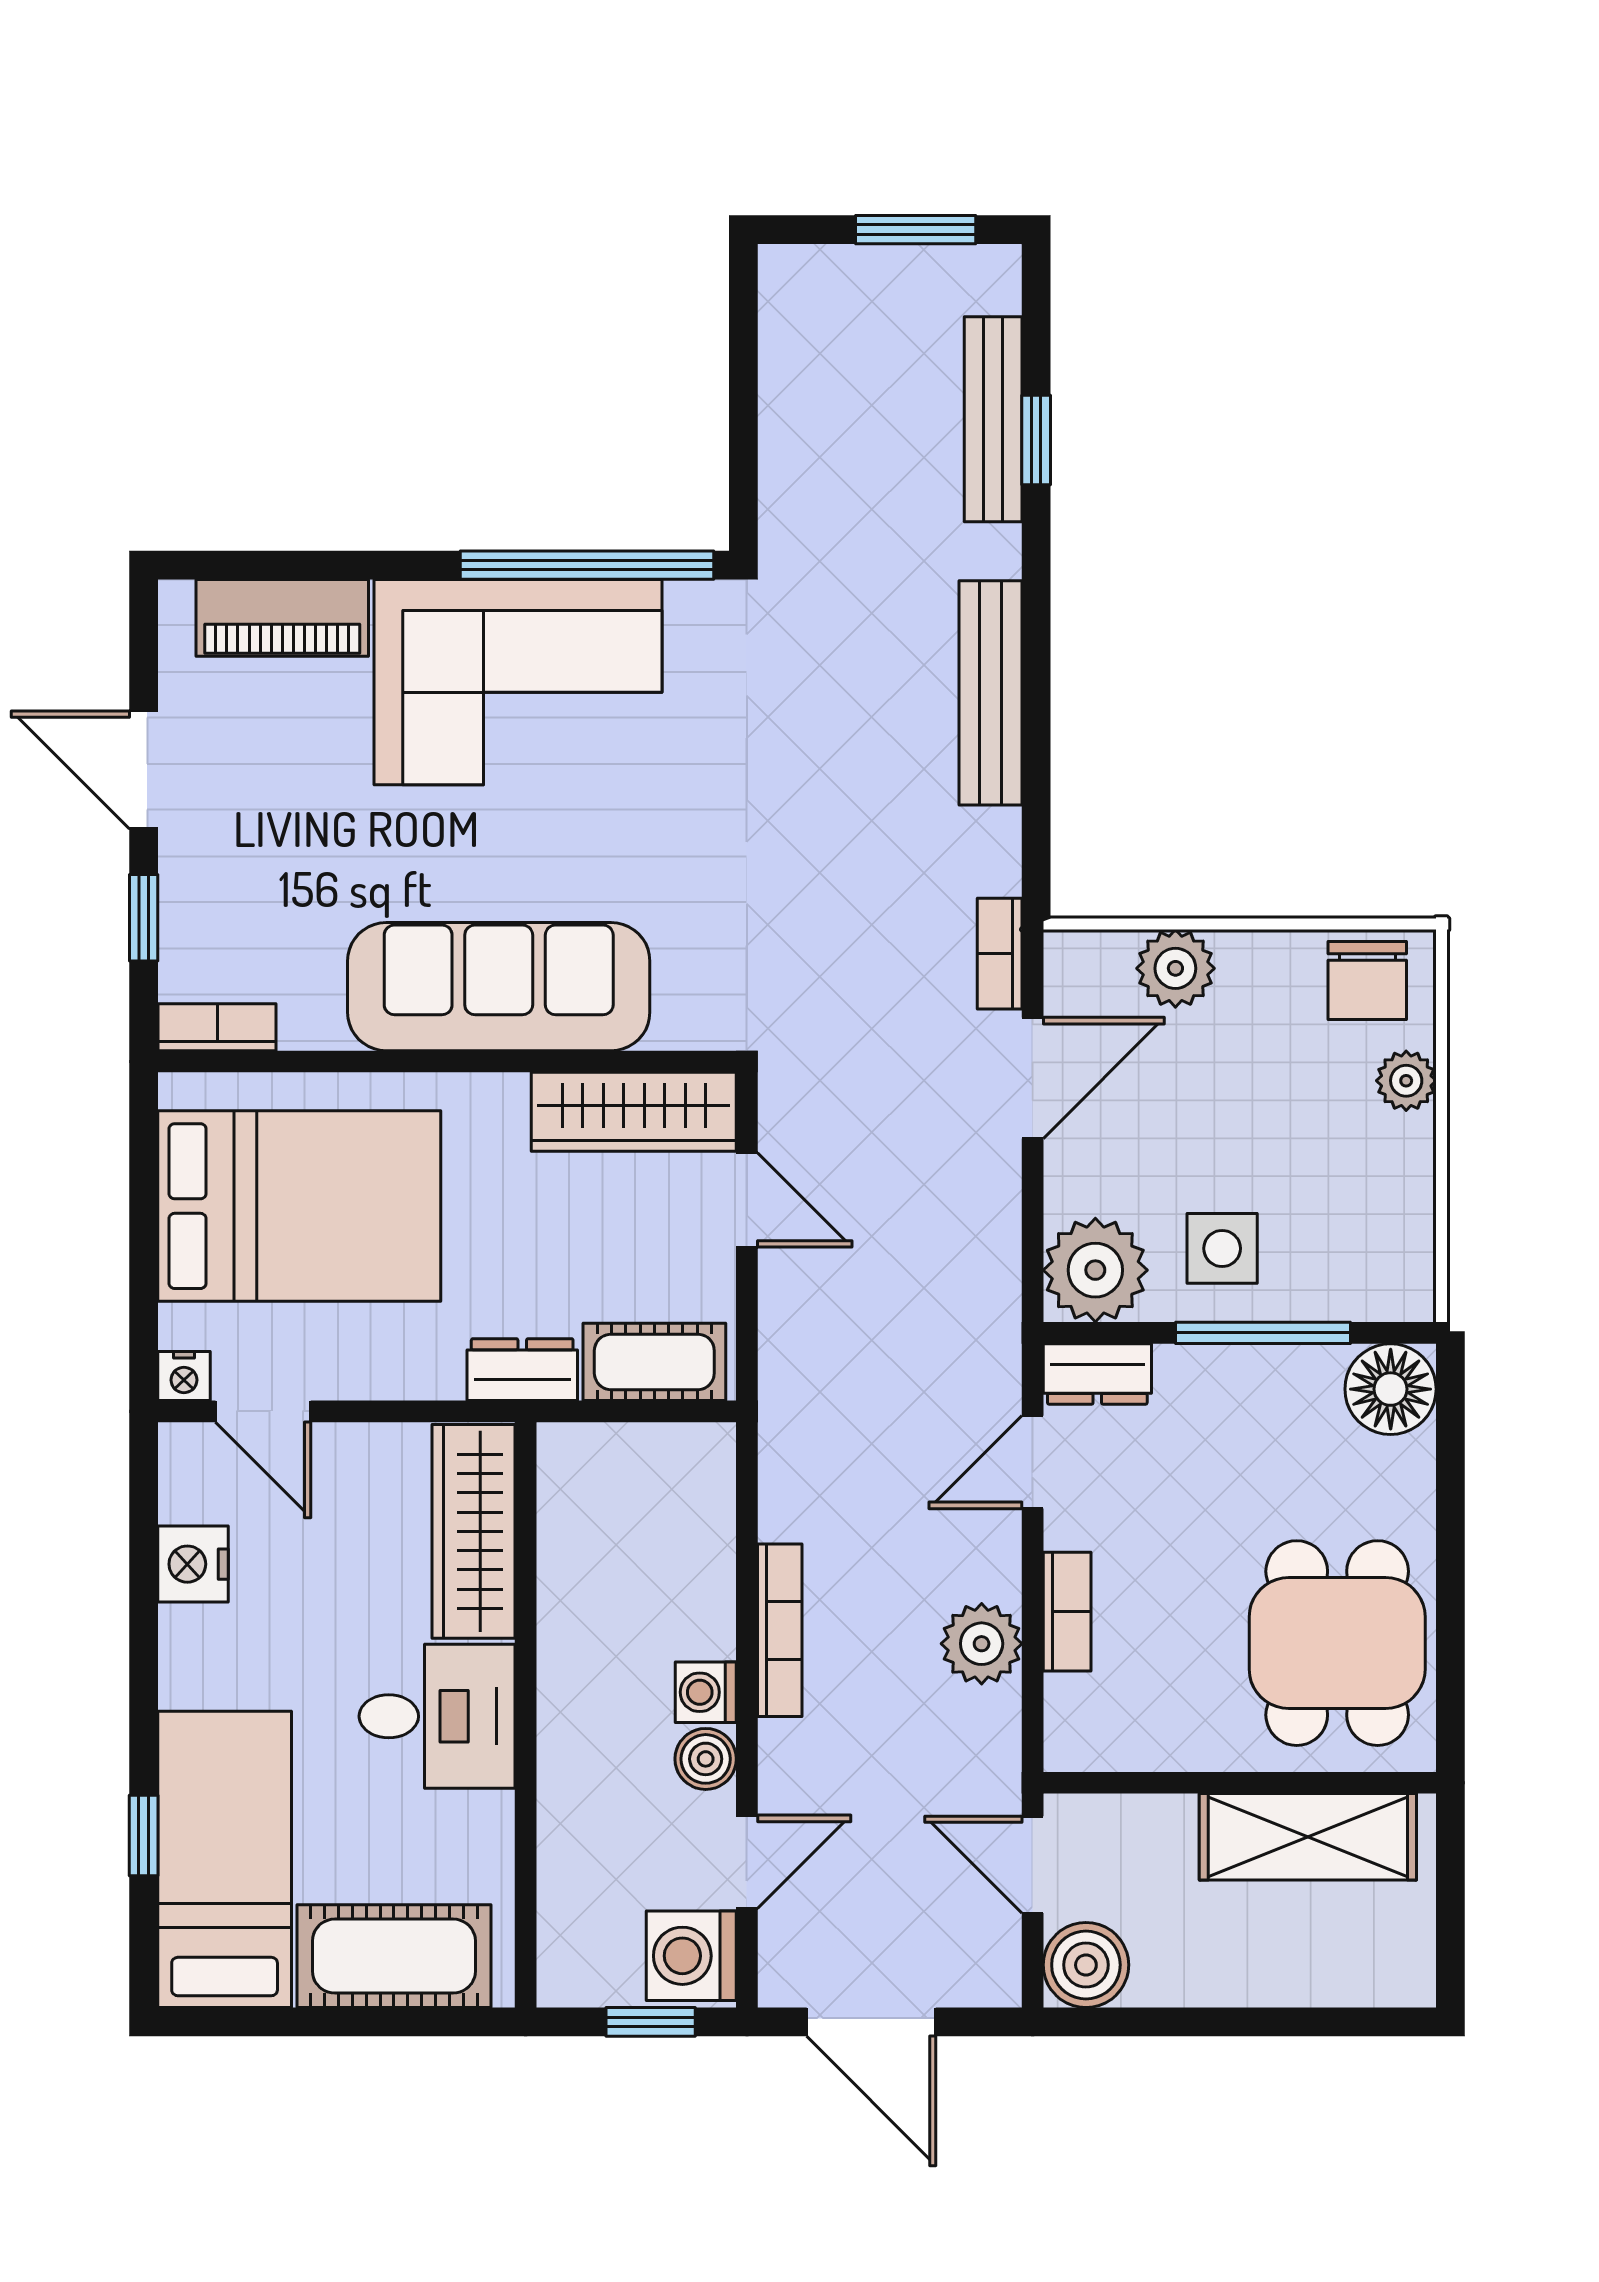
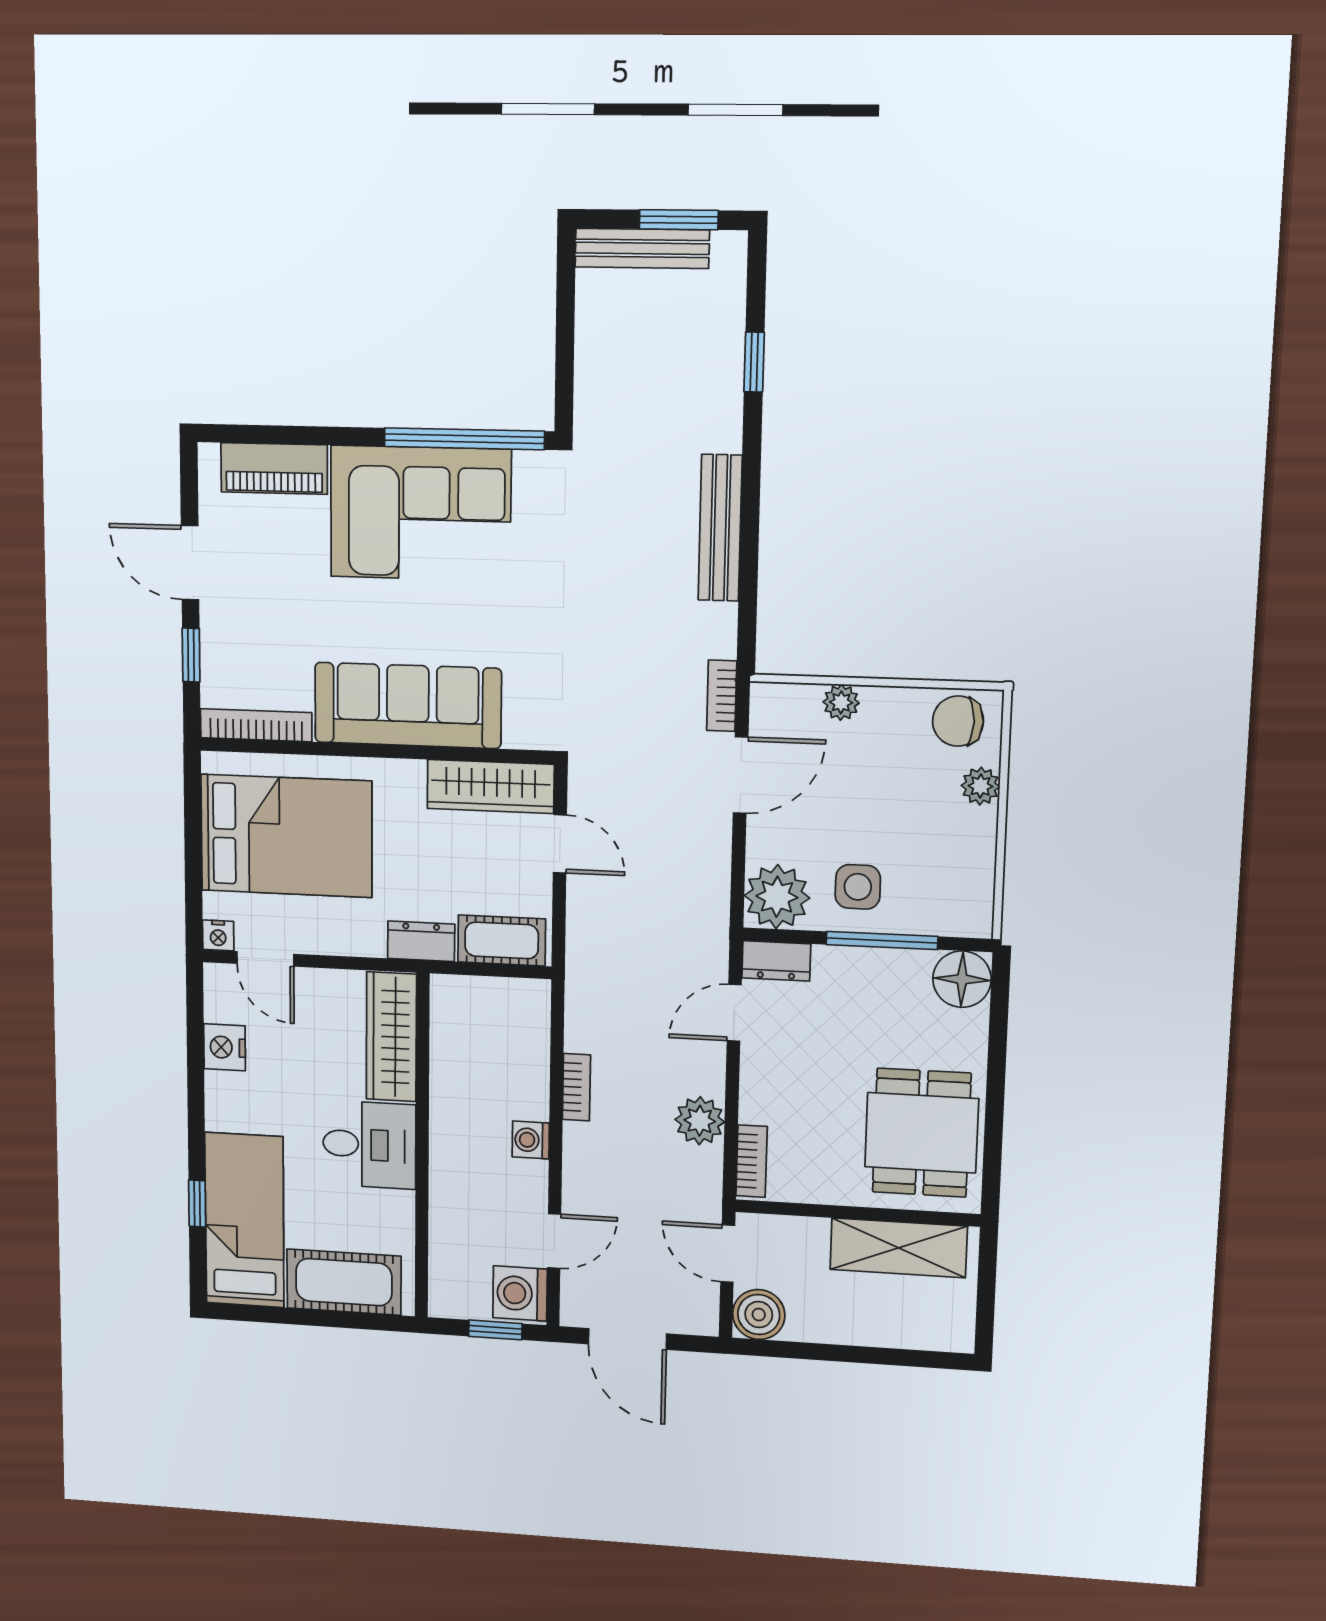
bench: (993, 419) -> (642, 248), moved, turned 90
plant: (1175, 968) -> (841, 702), width x0.73, depth x0.73
chair: (1367, 980) -> (958, 721), turned 90
bookcase: (217, 1027) -> (256, 725), width x1.56
bookcase: (1067, 1612) -> (752, 1161), moved
bookcase: (780, 1630) -> (576, 1087), width x0.64
boiler: (706, 1759) -> (530, 1179), removed

